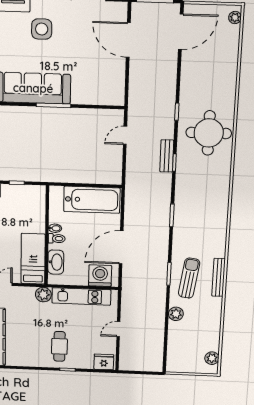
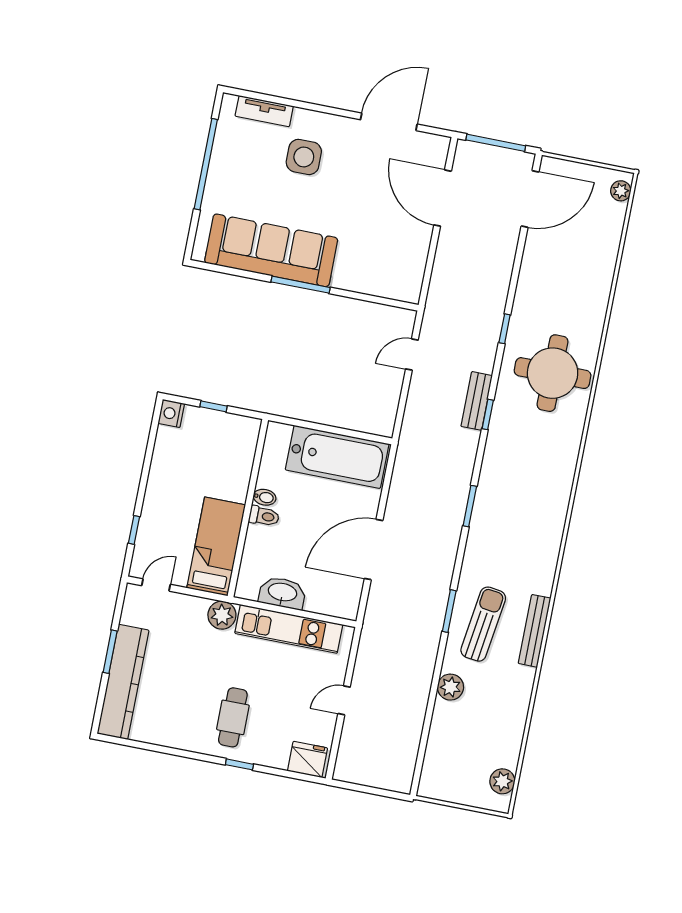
washbasin: (56, 262) -> (282, 593), moved, turned -90
washing machine: (100, 276) -> (328, 596), removed

